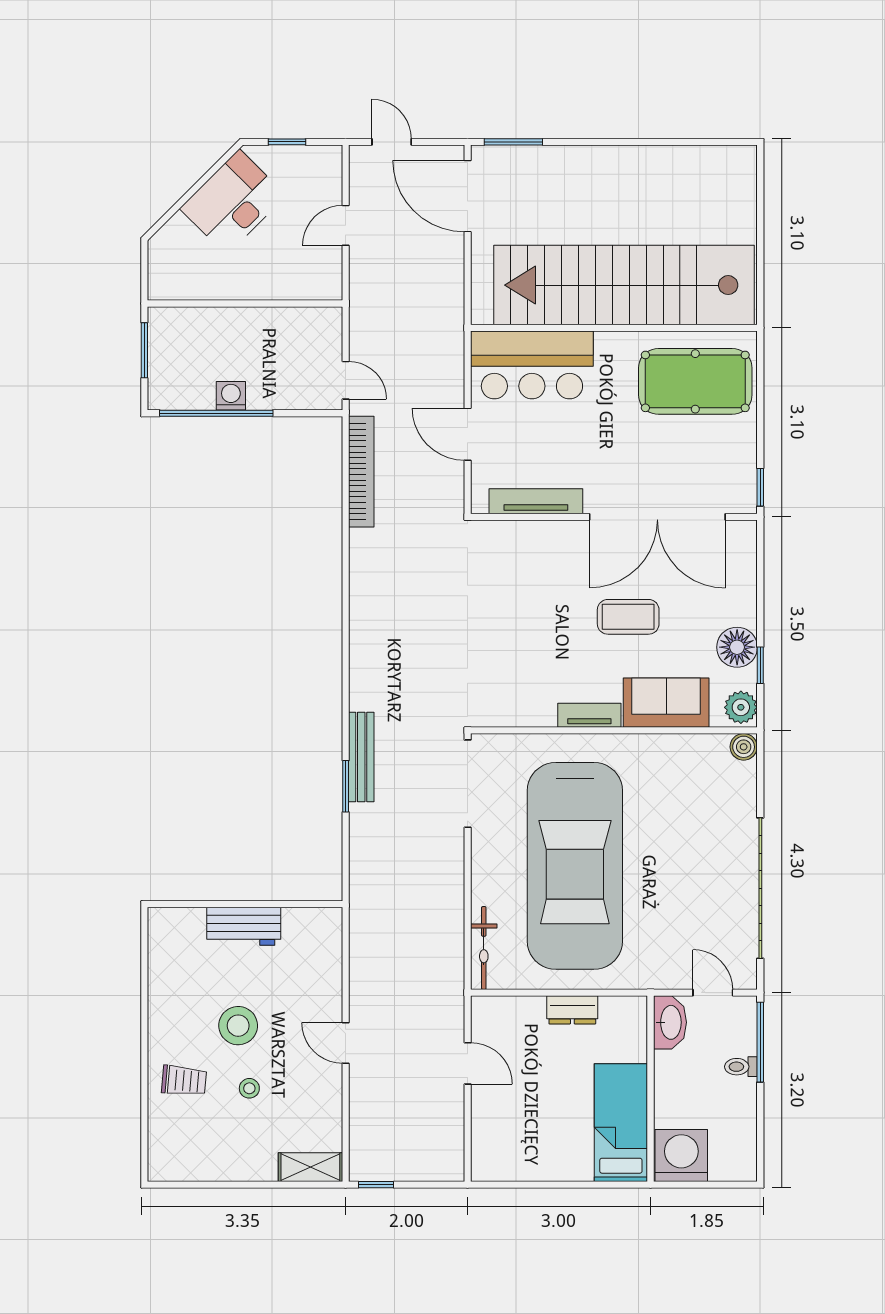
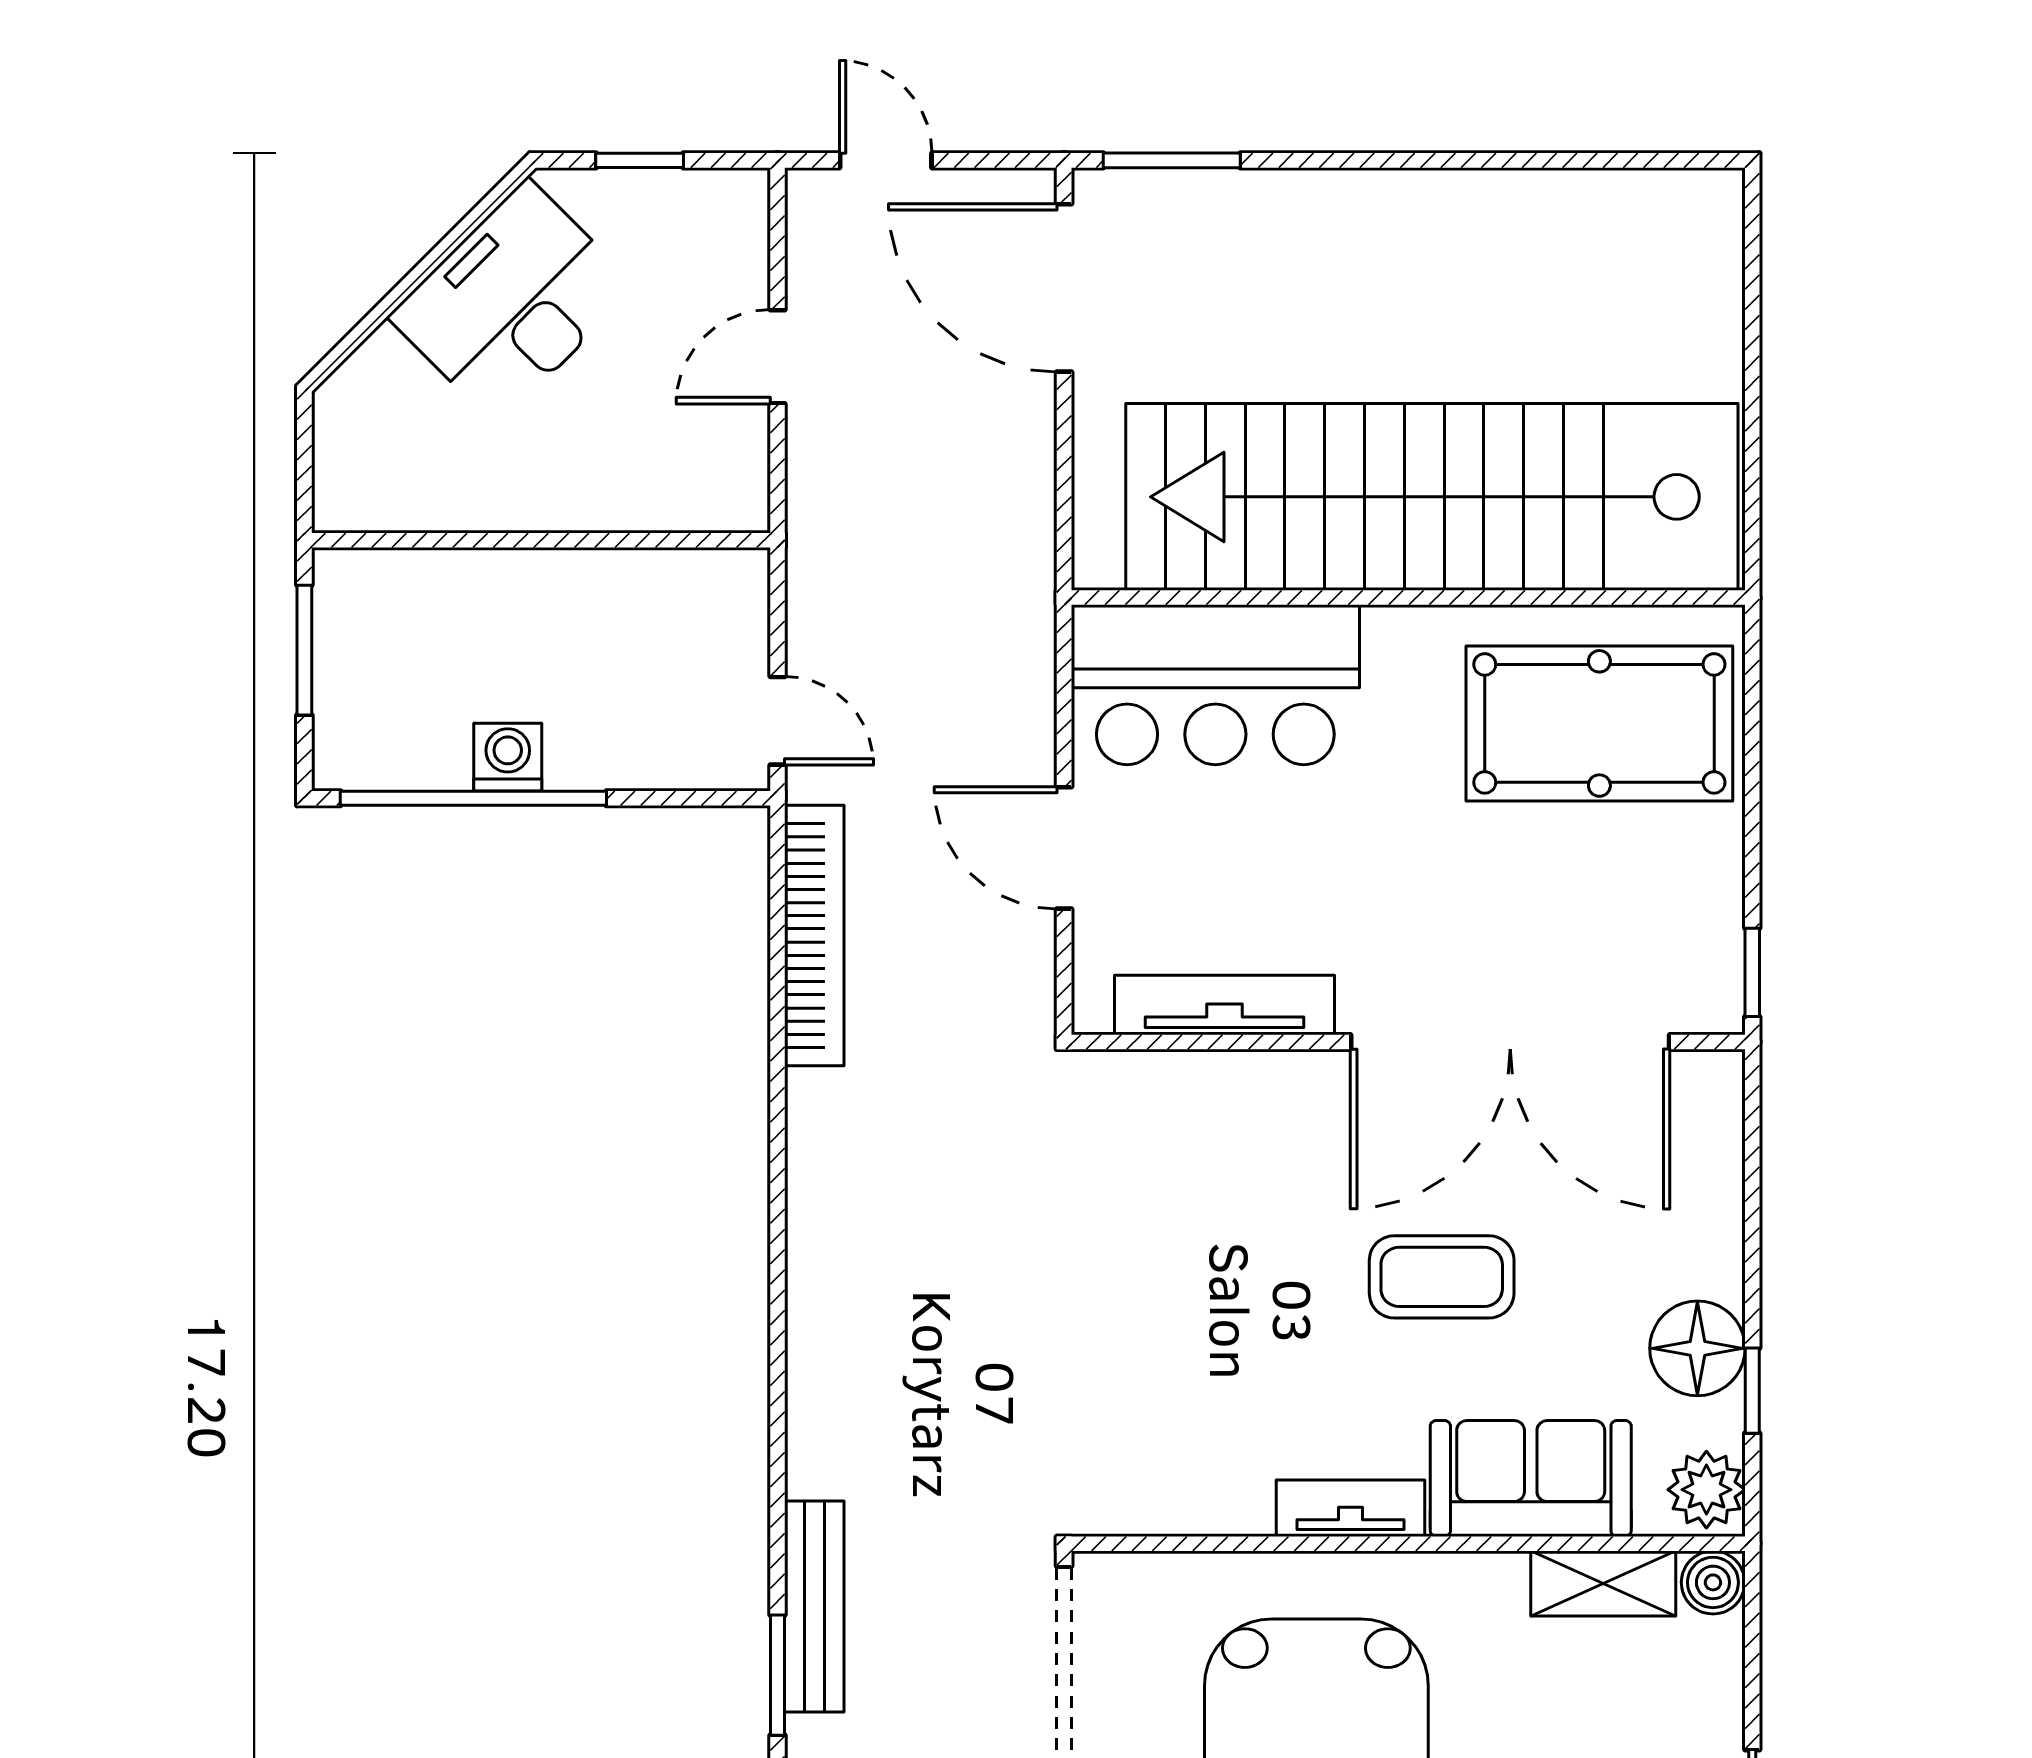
shelving: (697, 747) -> (1603, 1583), added

